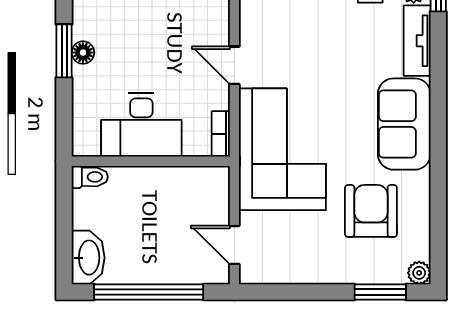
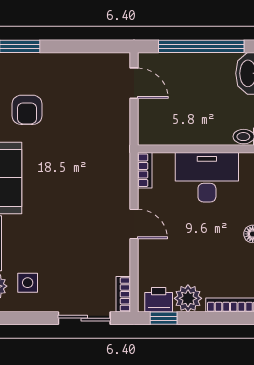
corner sofa: (282, 149) -> (96, 158), removed
armchair: (371, 211) -> (27, 110), width x0.72, depth x0.72

